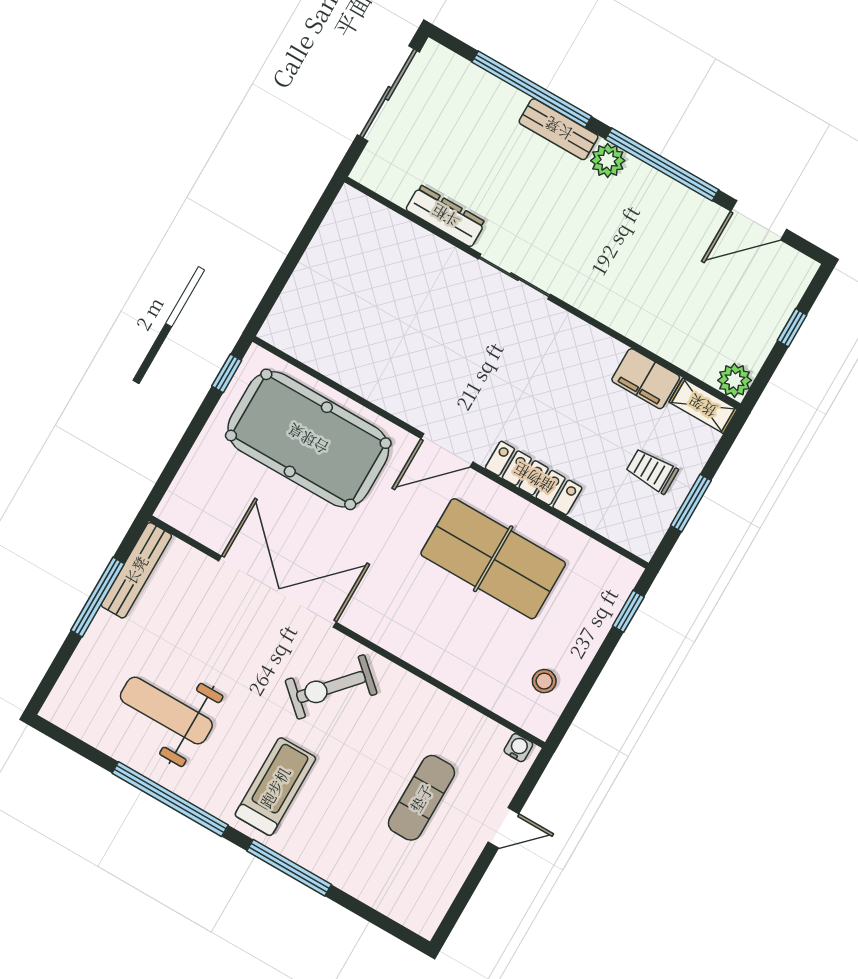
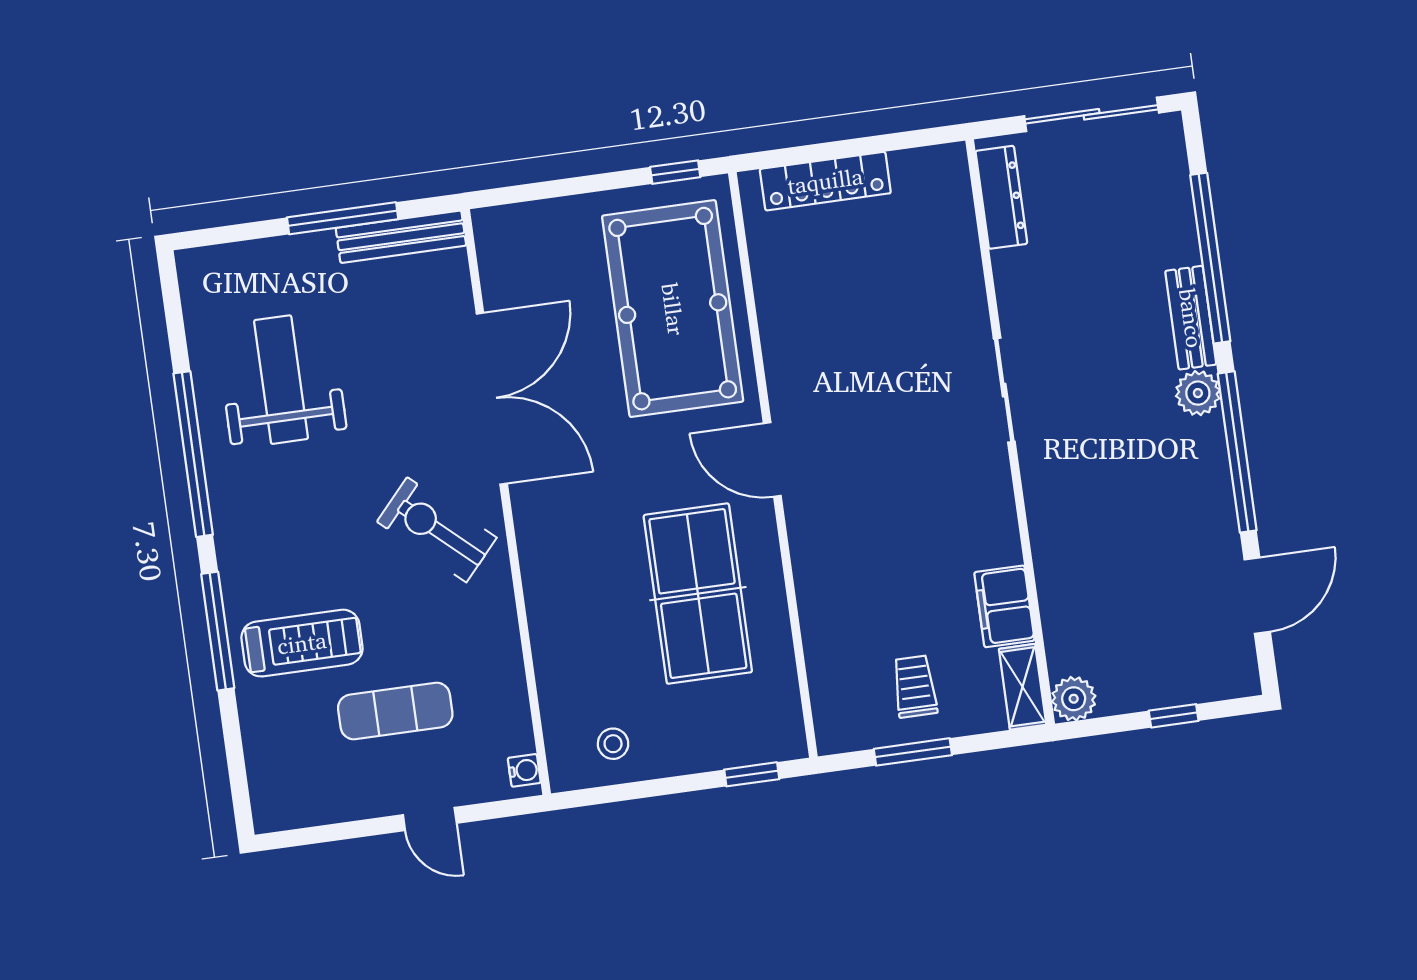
dresser: (446, 216) -> (1001, 197), moved
door: (759, 220) -> (1257, 596), swing flipped
locker: (534, 478) -> (825, 181), moved, turned 90
treadmill: (275, 787) -> (302, 643), moved

